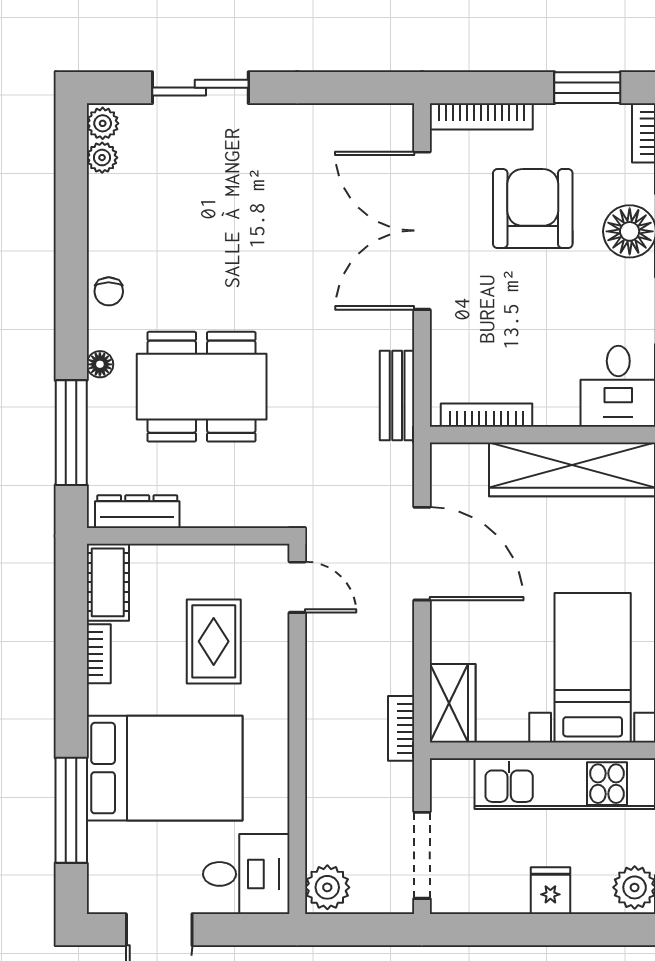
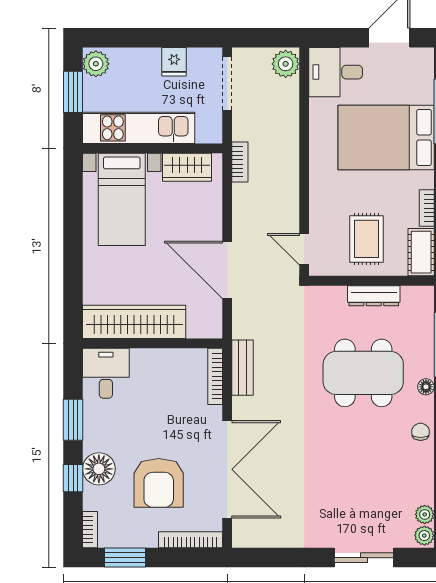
bookcase: (486, 415) -> (215, 376), moved, turned 90
dresser: (137, 512) -> (374, 296), moved
rug: (214, 641) -> (367, 239), moved
wardrobe: (453, 703) -> (187, 167), moved, turned -90
fridge: (550, 891) -> (174, 62), moved

